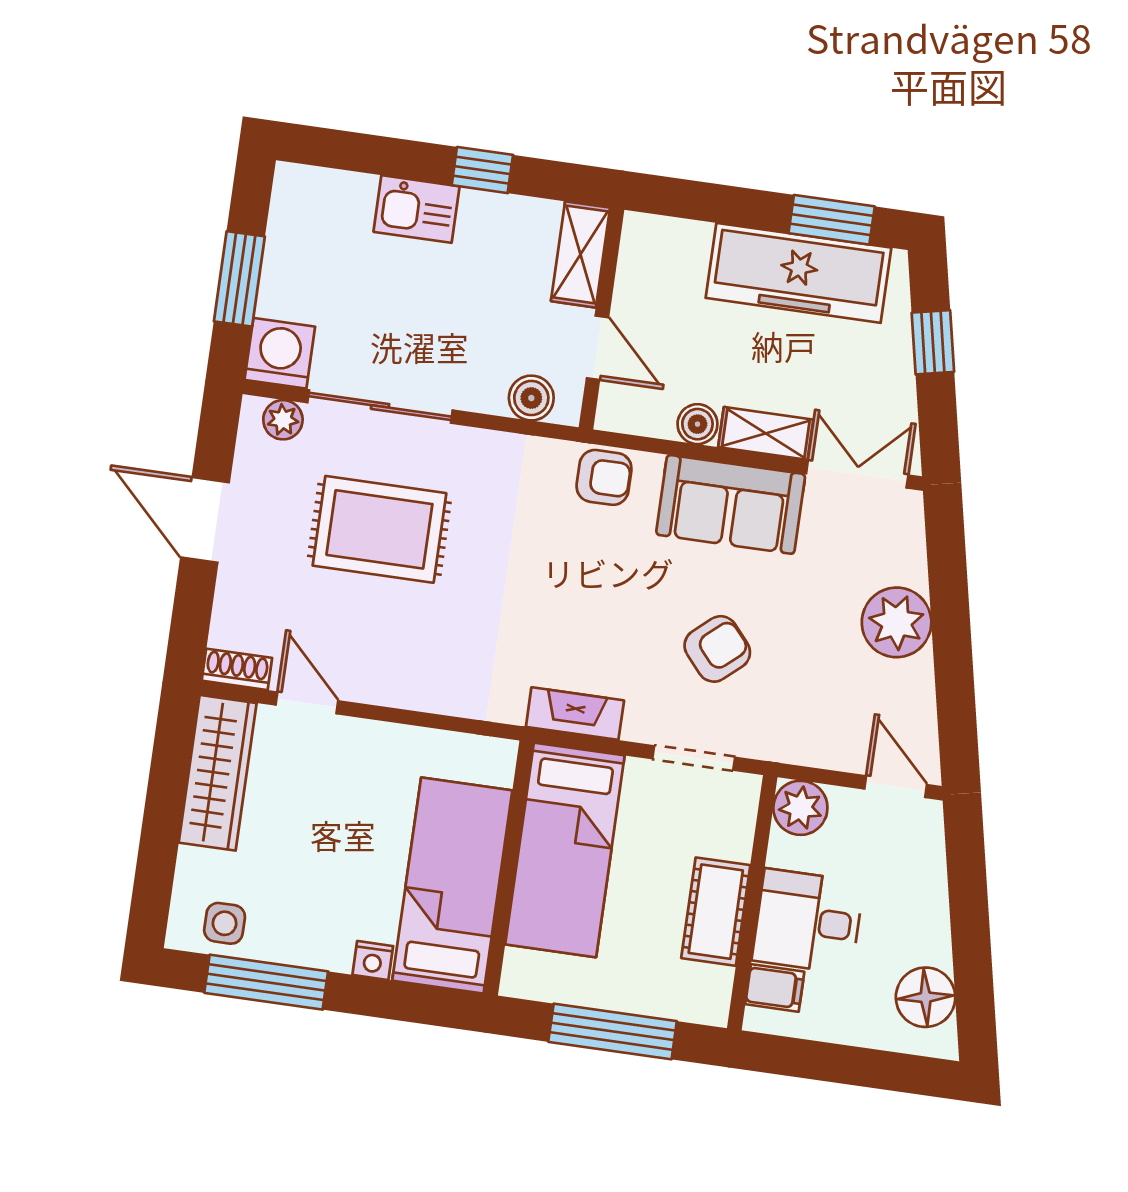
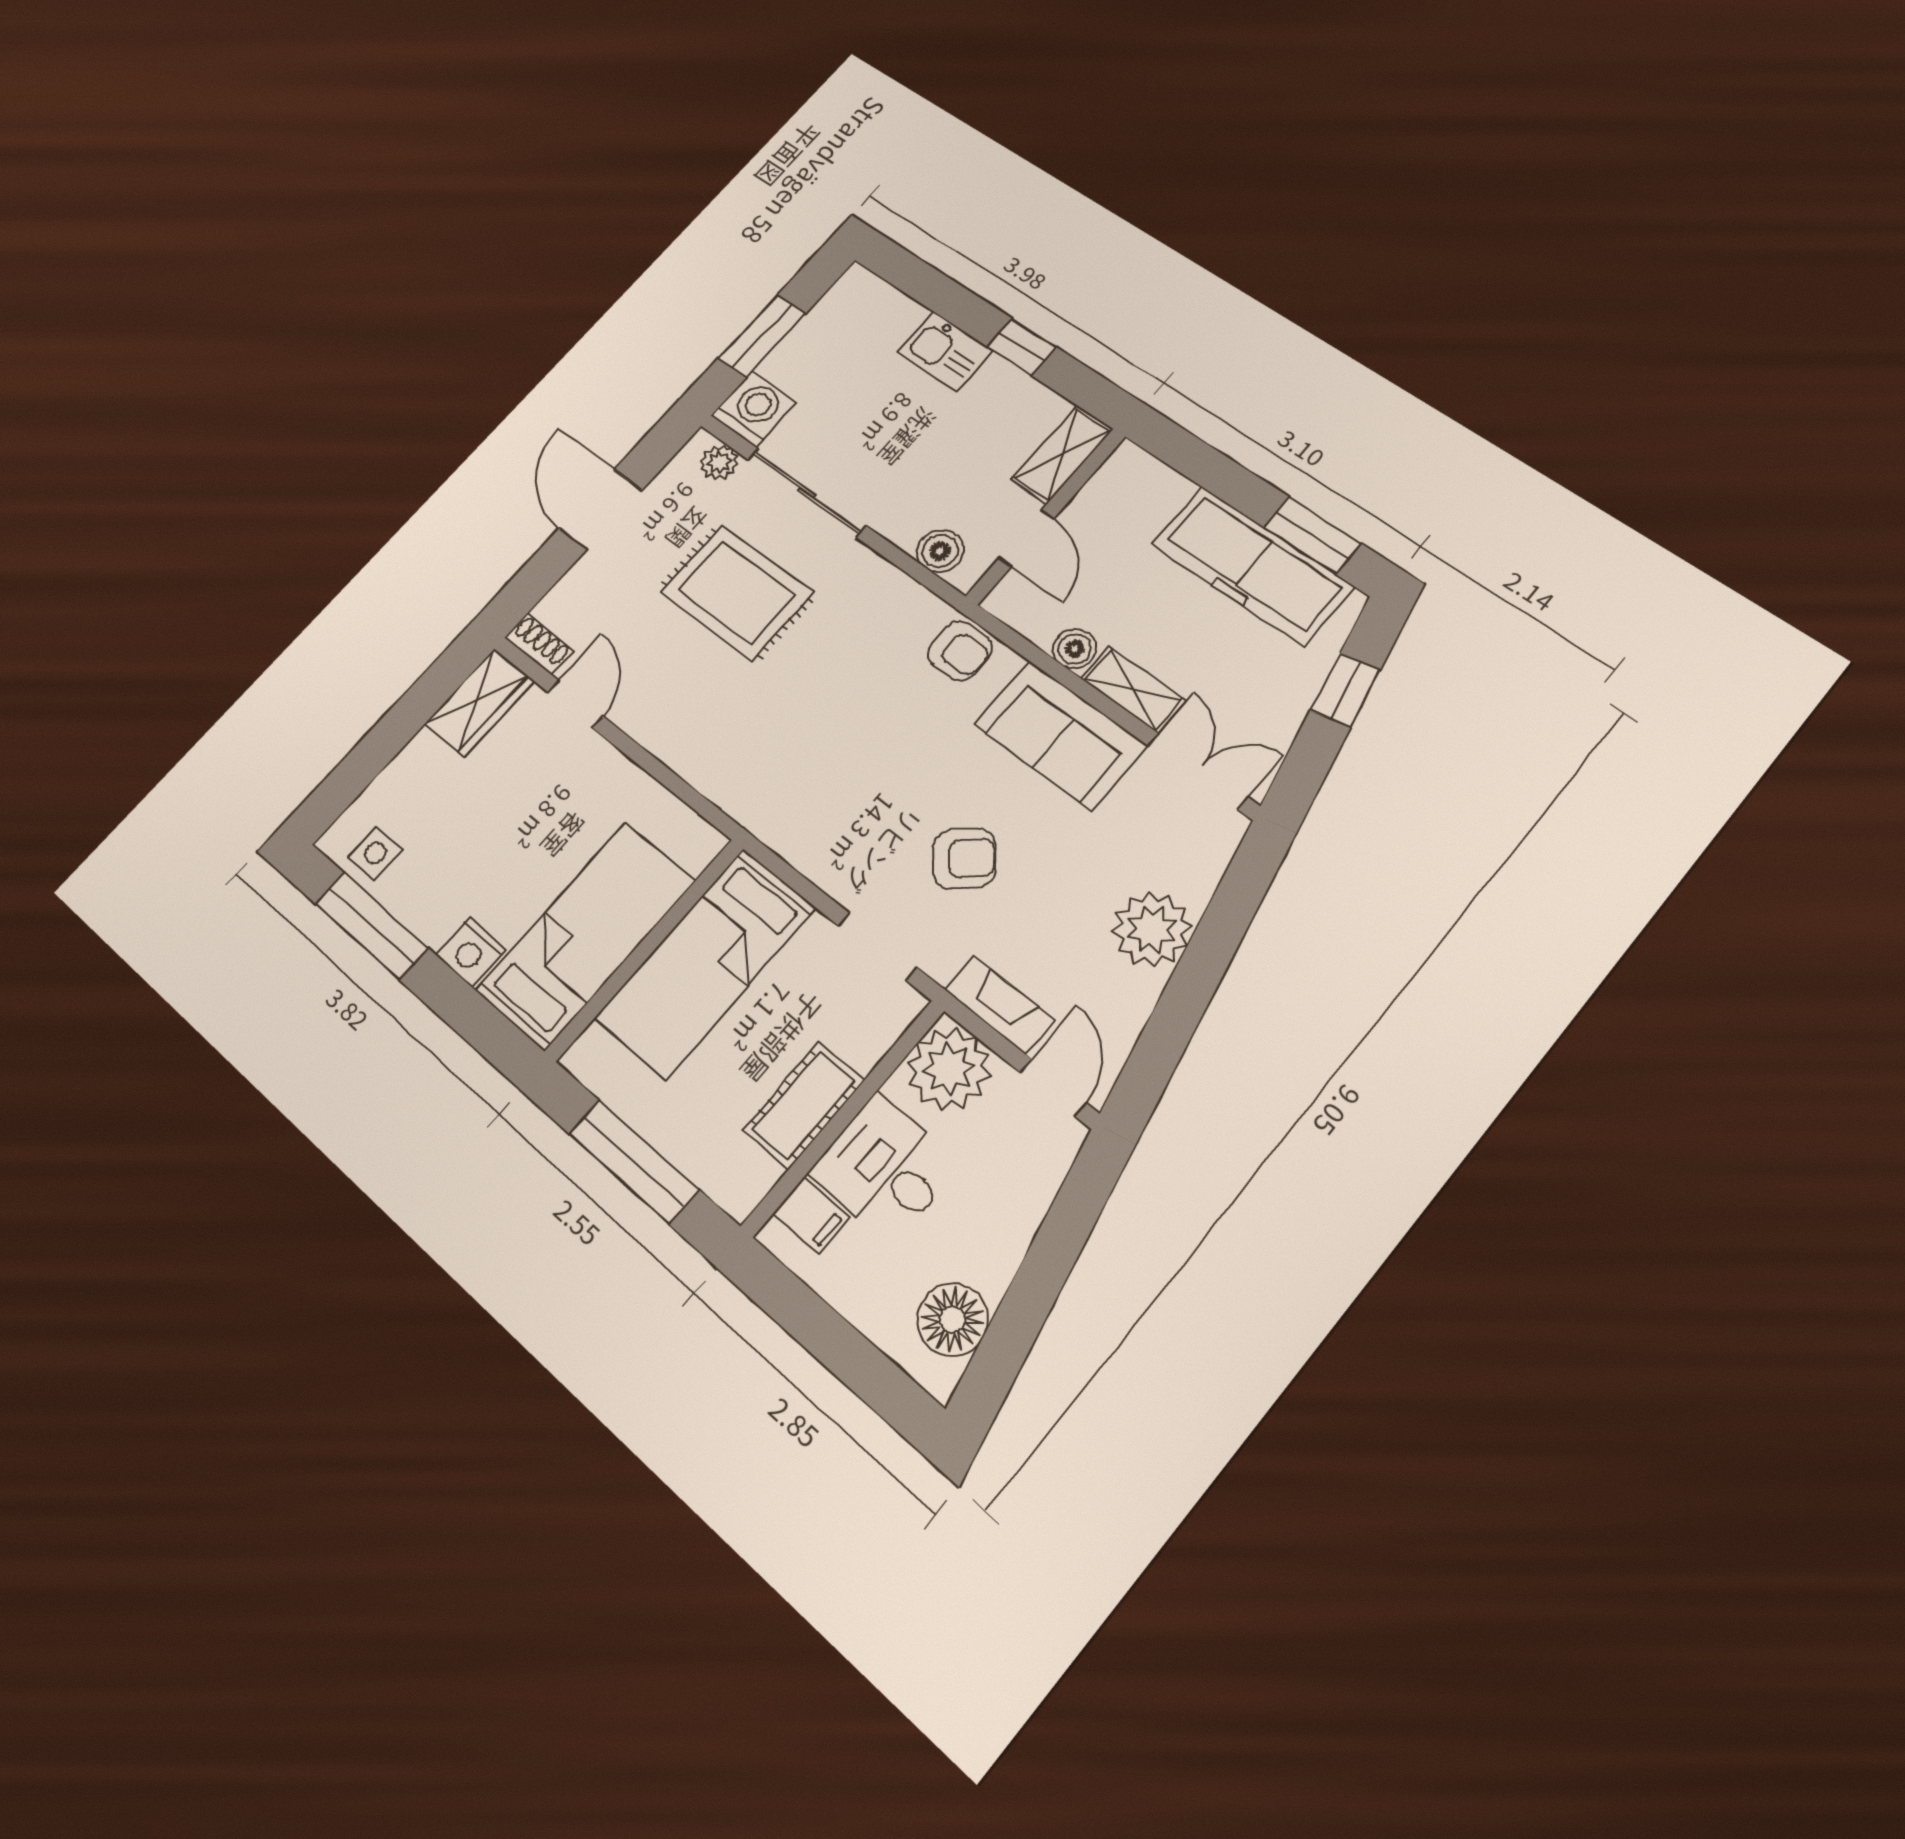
fireplace: (575, 714) -> (1000, 1005), moved
wardrobe: (218, 773) -> (480, 702), width x0.67
plant: (800, 808) -> (949, 1069), width x1.36, depth x1.36
nightstand: (373, 960) -> (471, 952), width x1.39, depth x1.35

